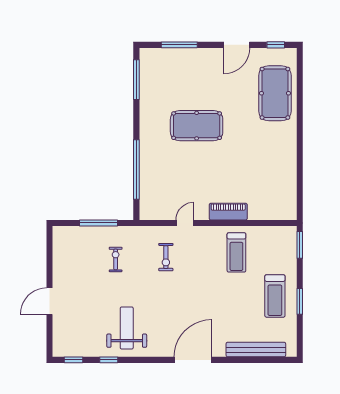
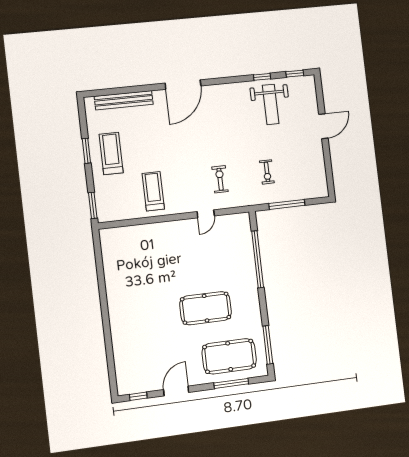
pool table: (275, 93) -> (229, 356), moved, turned 90
piano: (228, 212) -> (166, 229), removed
weight bench: (127, 328) -> (271, 104), moved

